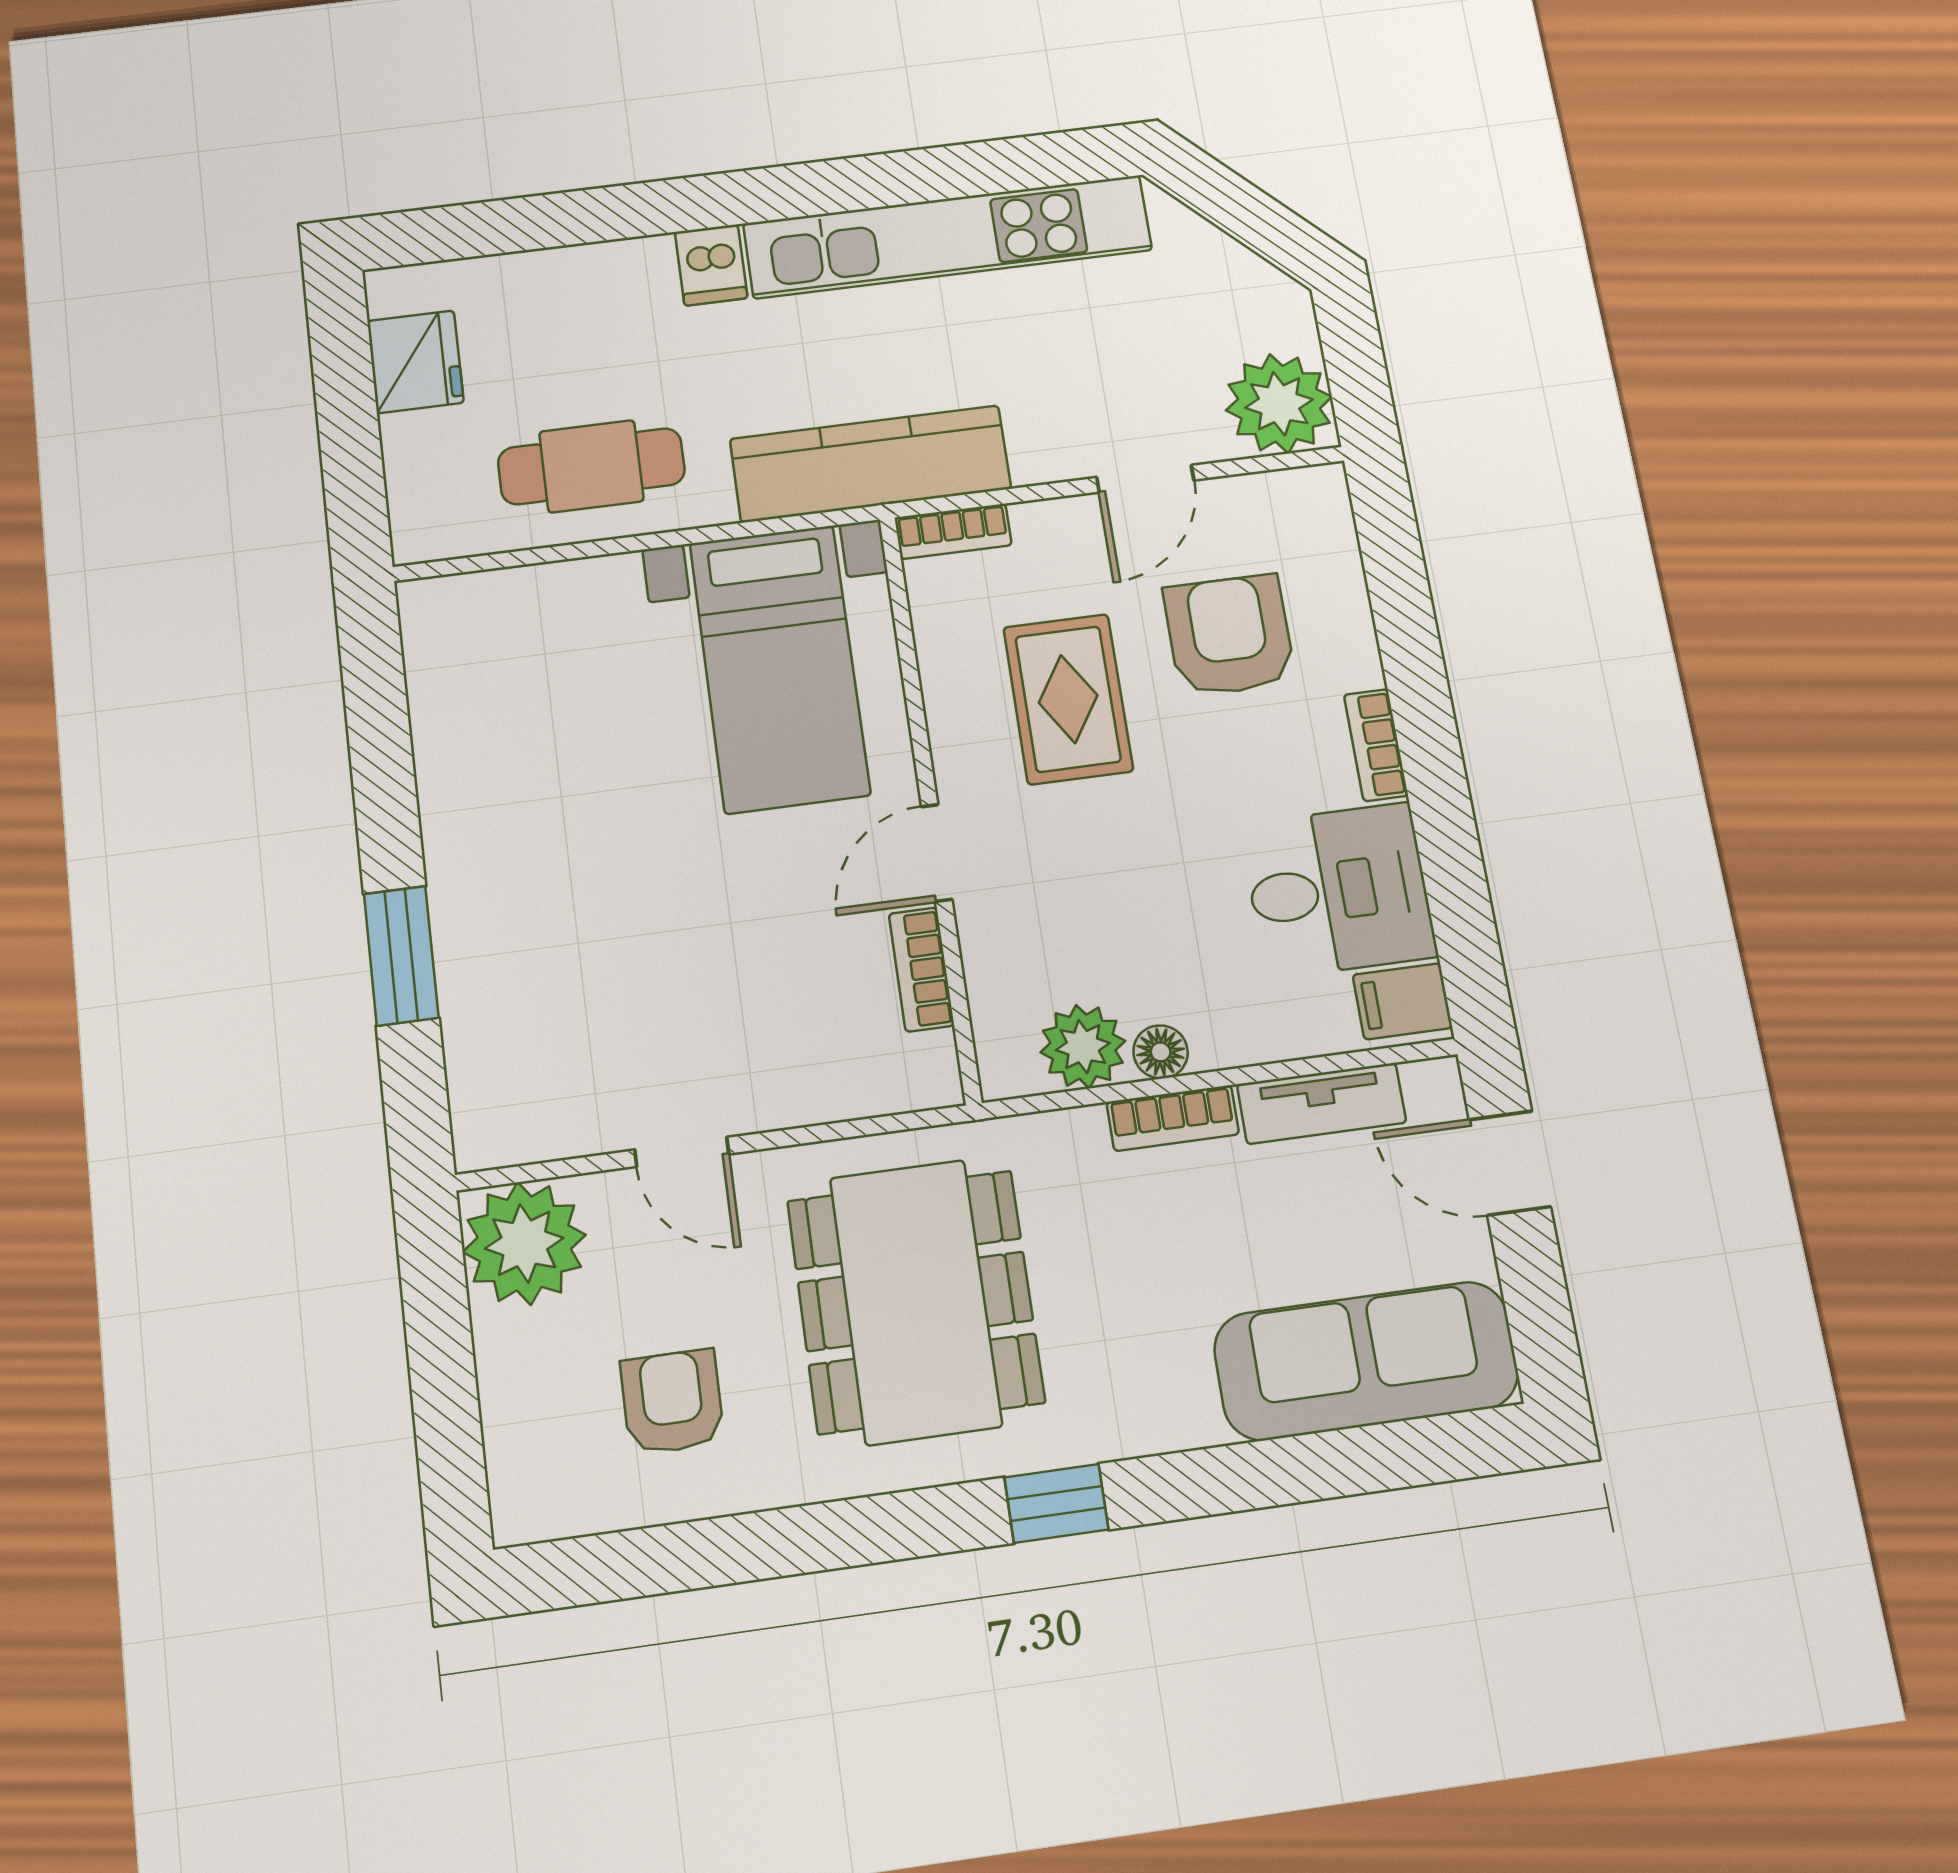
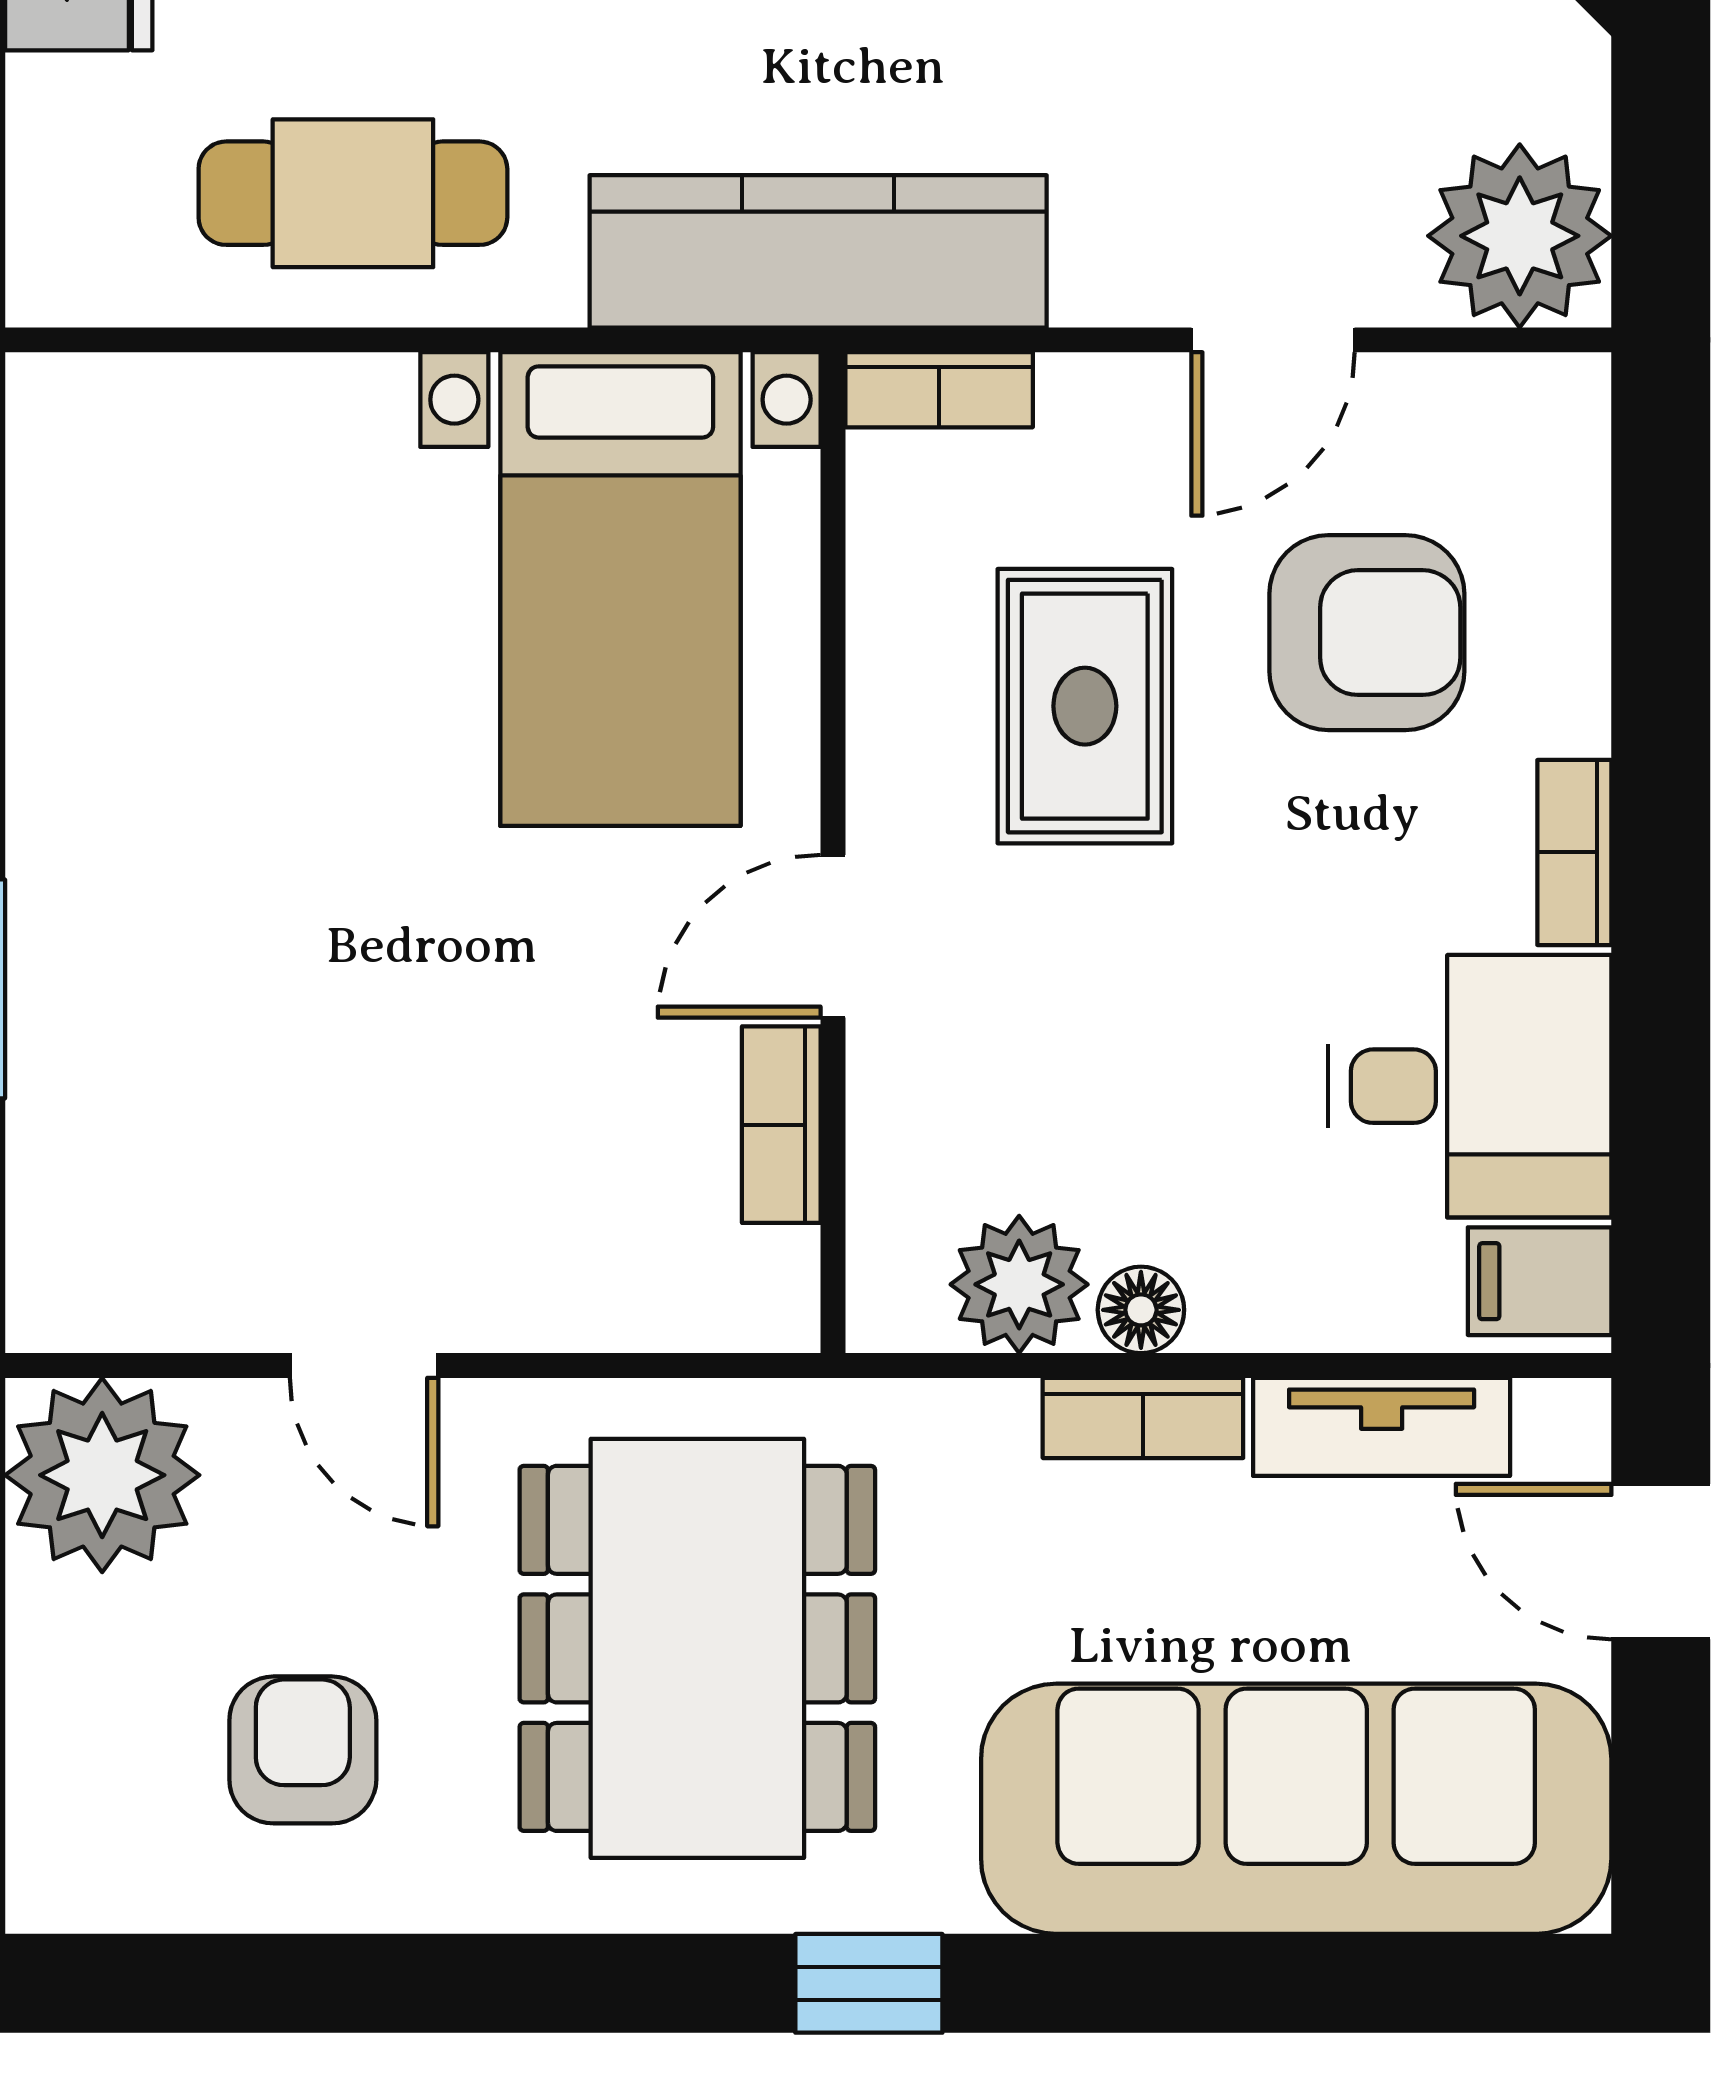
armchair: (1229, 635) -> (1367, 633), turned 90
sofa: (1366, 1361) -> (1296, 1809), width x1.36, depth x1.27

